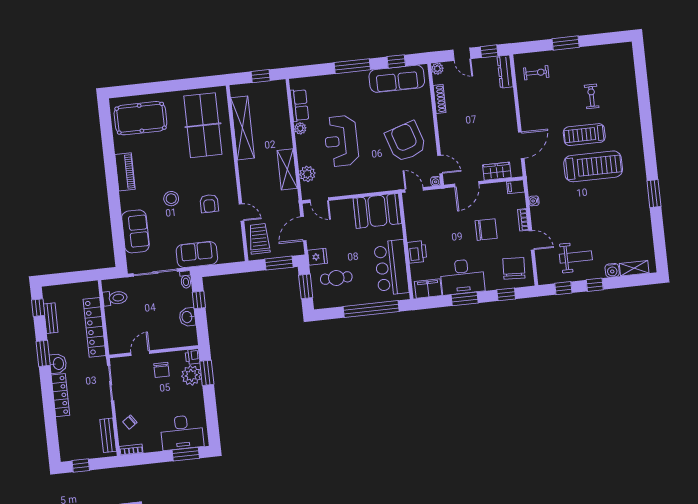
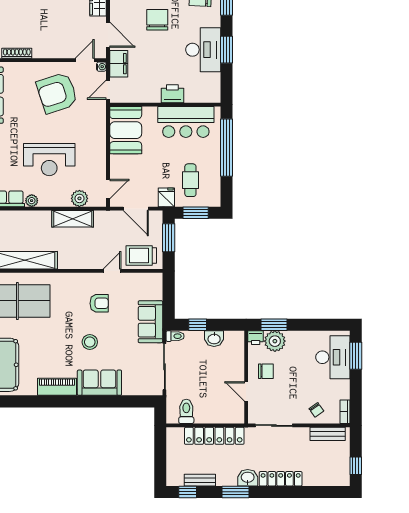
sofa: (135, 231) -> (99, 383), moved
filing cabinet: (428, 289) -> (119, 64), moved, turned 180

